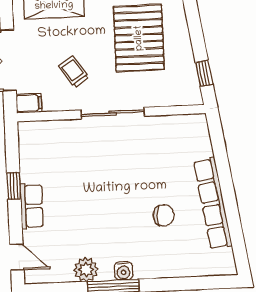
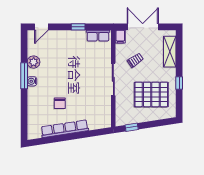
row of seats: (32, 206) -> (98, 36), moved

